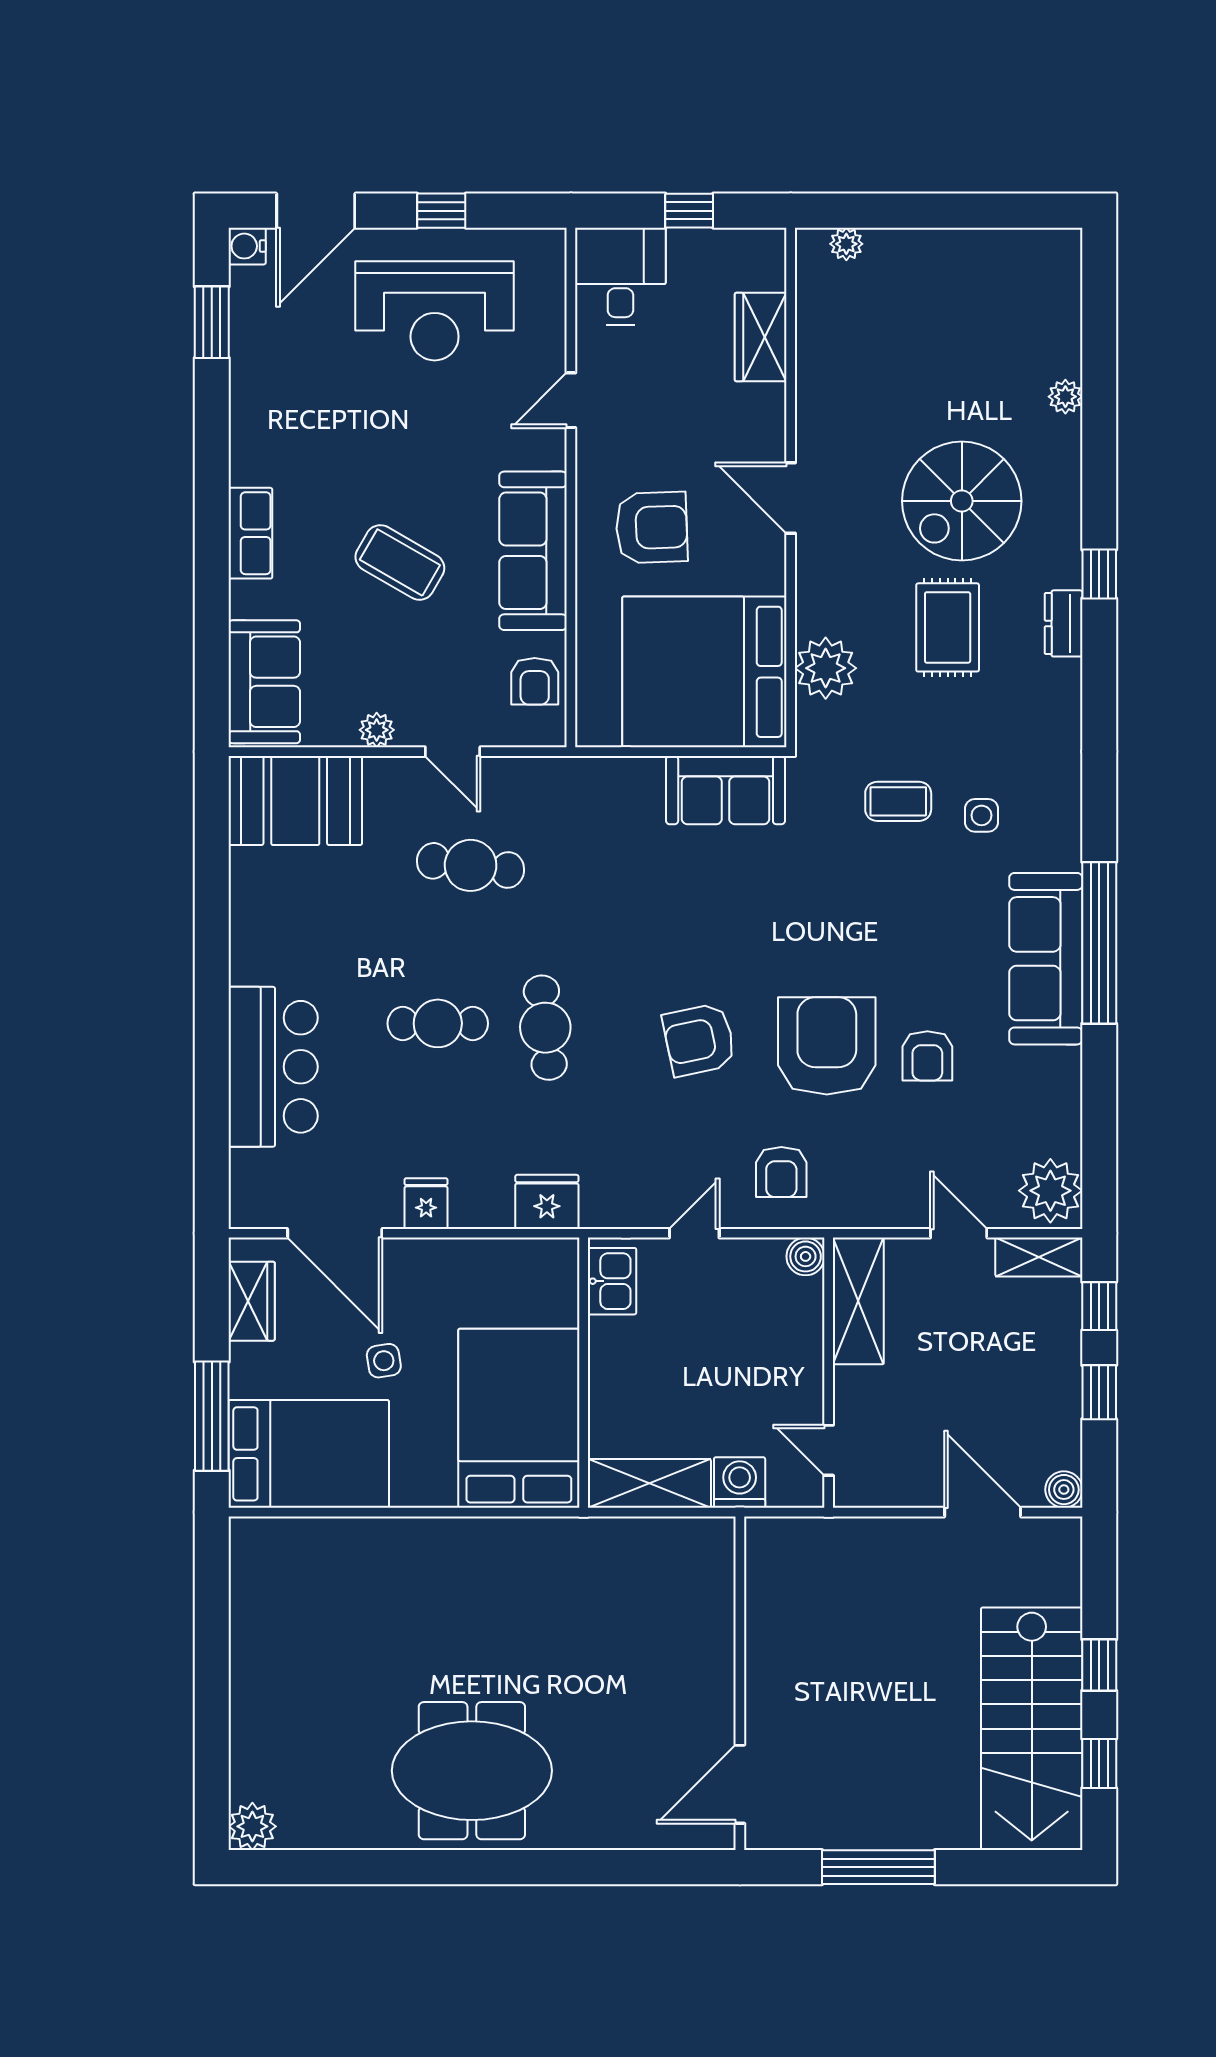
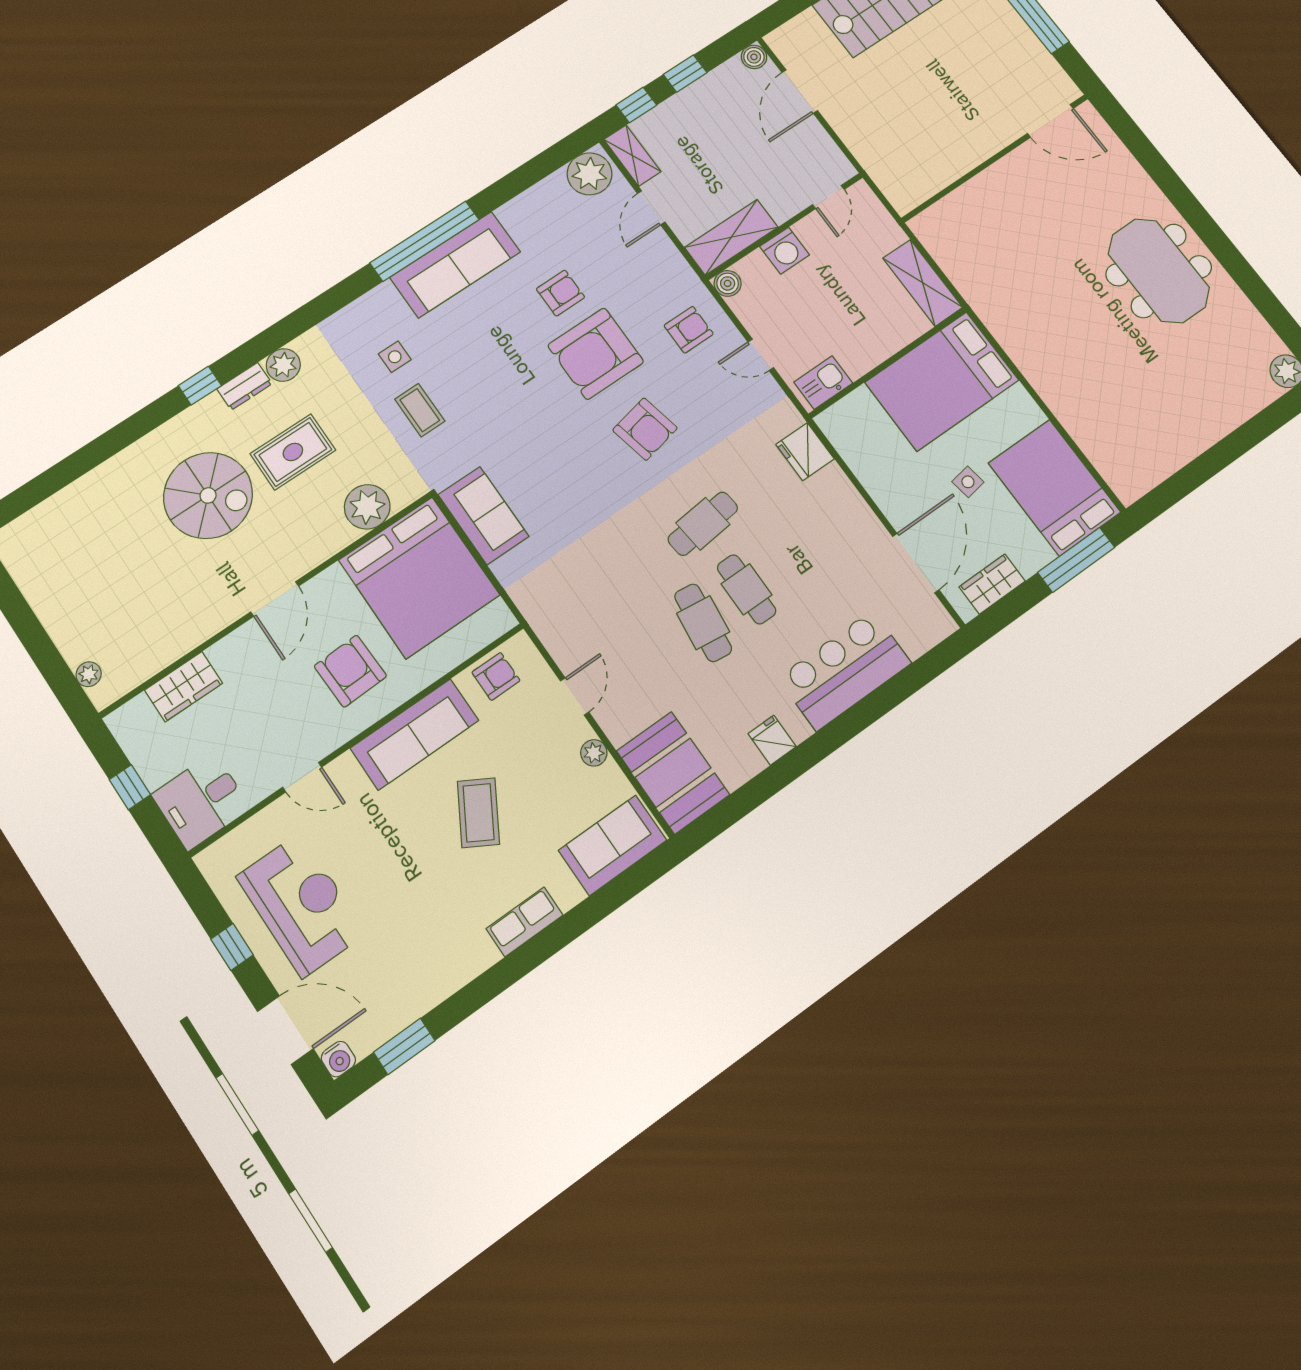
plant: (1065, 397) -> (283, 365), moved, width x1.38, depth x1.38
cafe table: (471, 865) -> (703, 623), moved
fridge: (426, 1204) -> (772, 740), moved, turned 90
washing machine: (740, 1483) -> (785, 251), moved, turned -90

